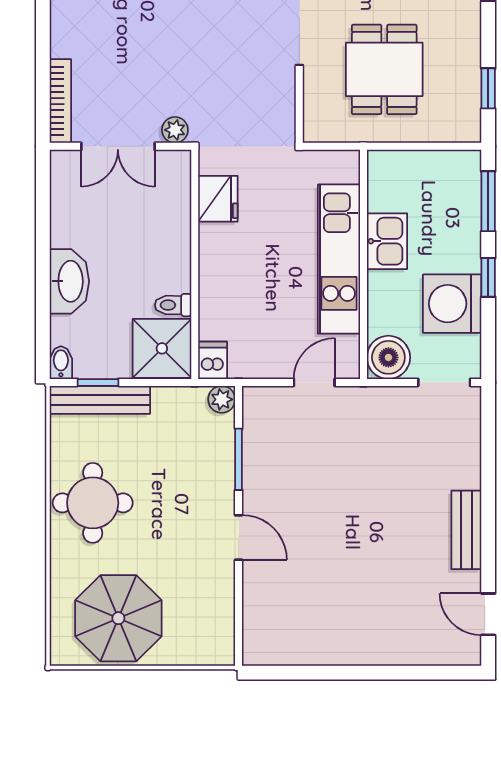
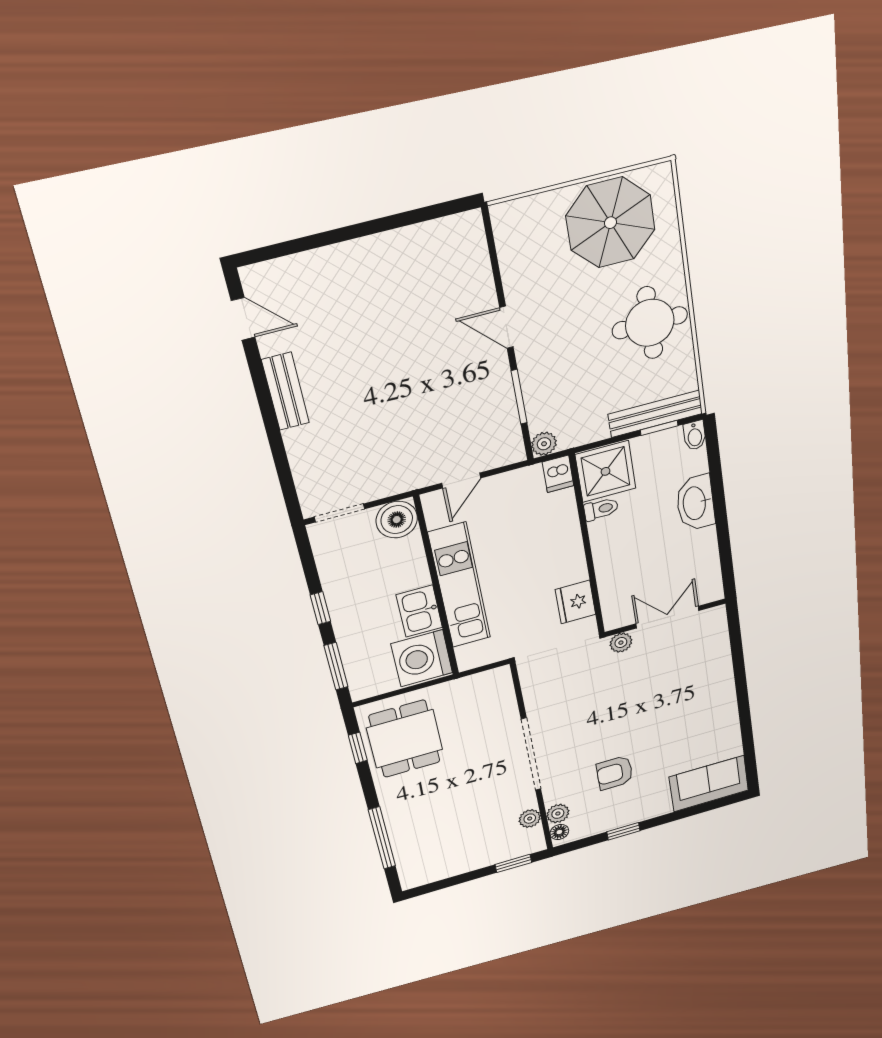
dining table: (384, 69) -> (405, 739), moved
bookcase: (60, 101) -> (720, 636), removed
washing machine: (452, 304) -> (422, 658), moved, turned 180

